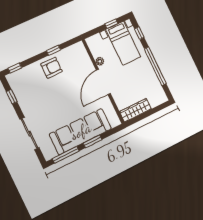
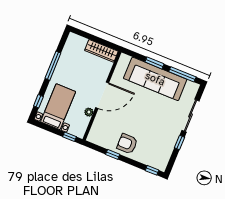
window: (111, 24) -> (69, 137), moved
window: (155, 66) -> (53, 66), width x0.68
window: (12, 97) -> (180, 142), moved

